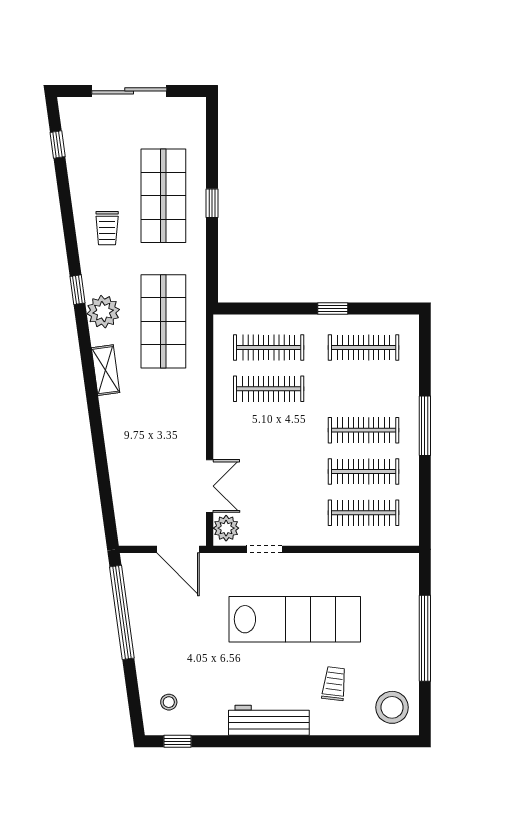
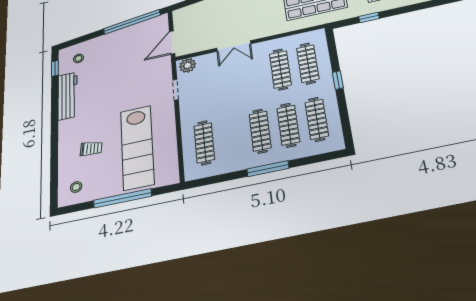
window: (212, 203) -> (369, 18), moved
window: (333, 308) -> (338, 80), moved
clothes rail: (364, 471) -> (288, 125), moved
double door: (210, 486) -> (234, 46), moved
lab bench: (295, 619) -> (137, 147), moved
stool: (392, 707) -> (76, 187), width x0.53, depth x0.53
workbench: (269, 720) -> (68, 96), moved

